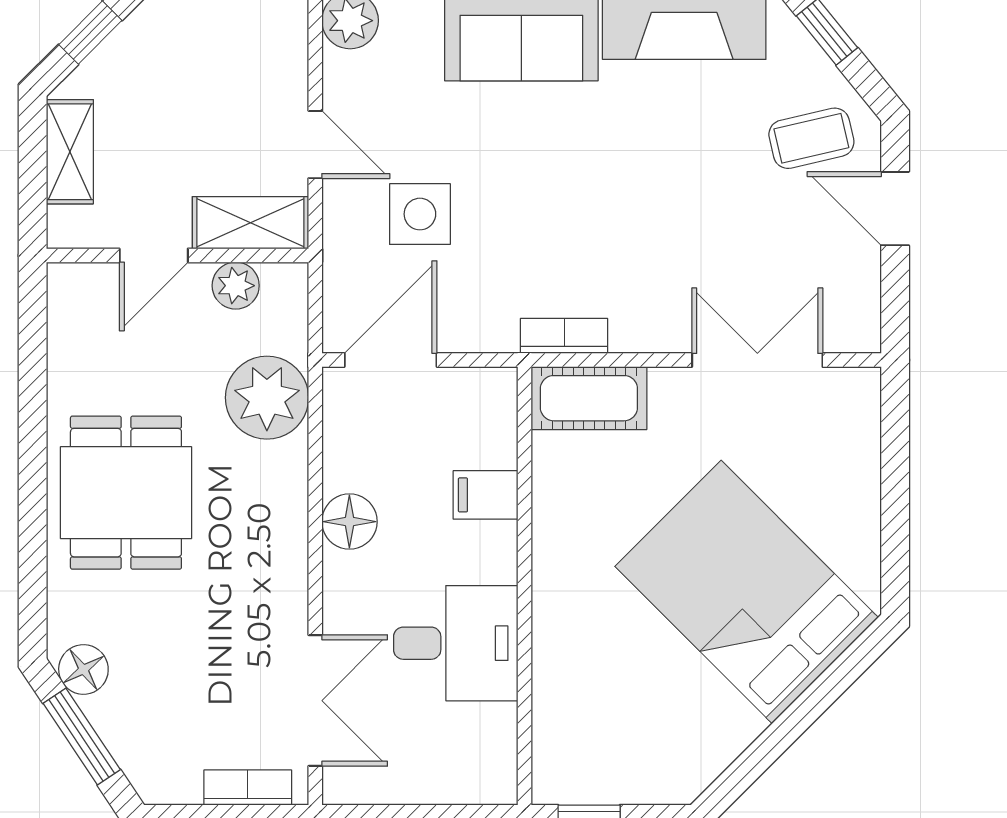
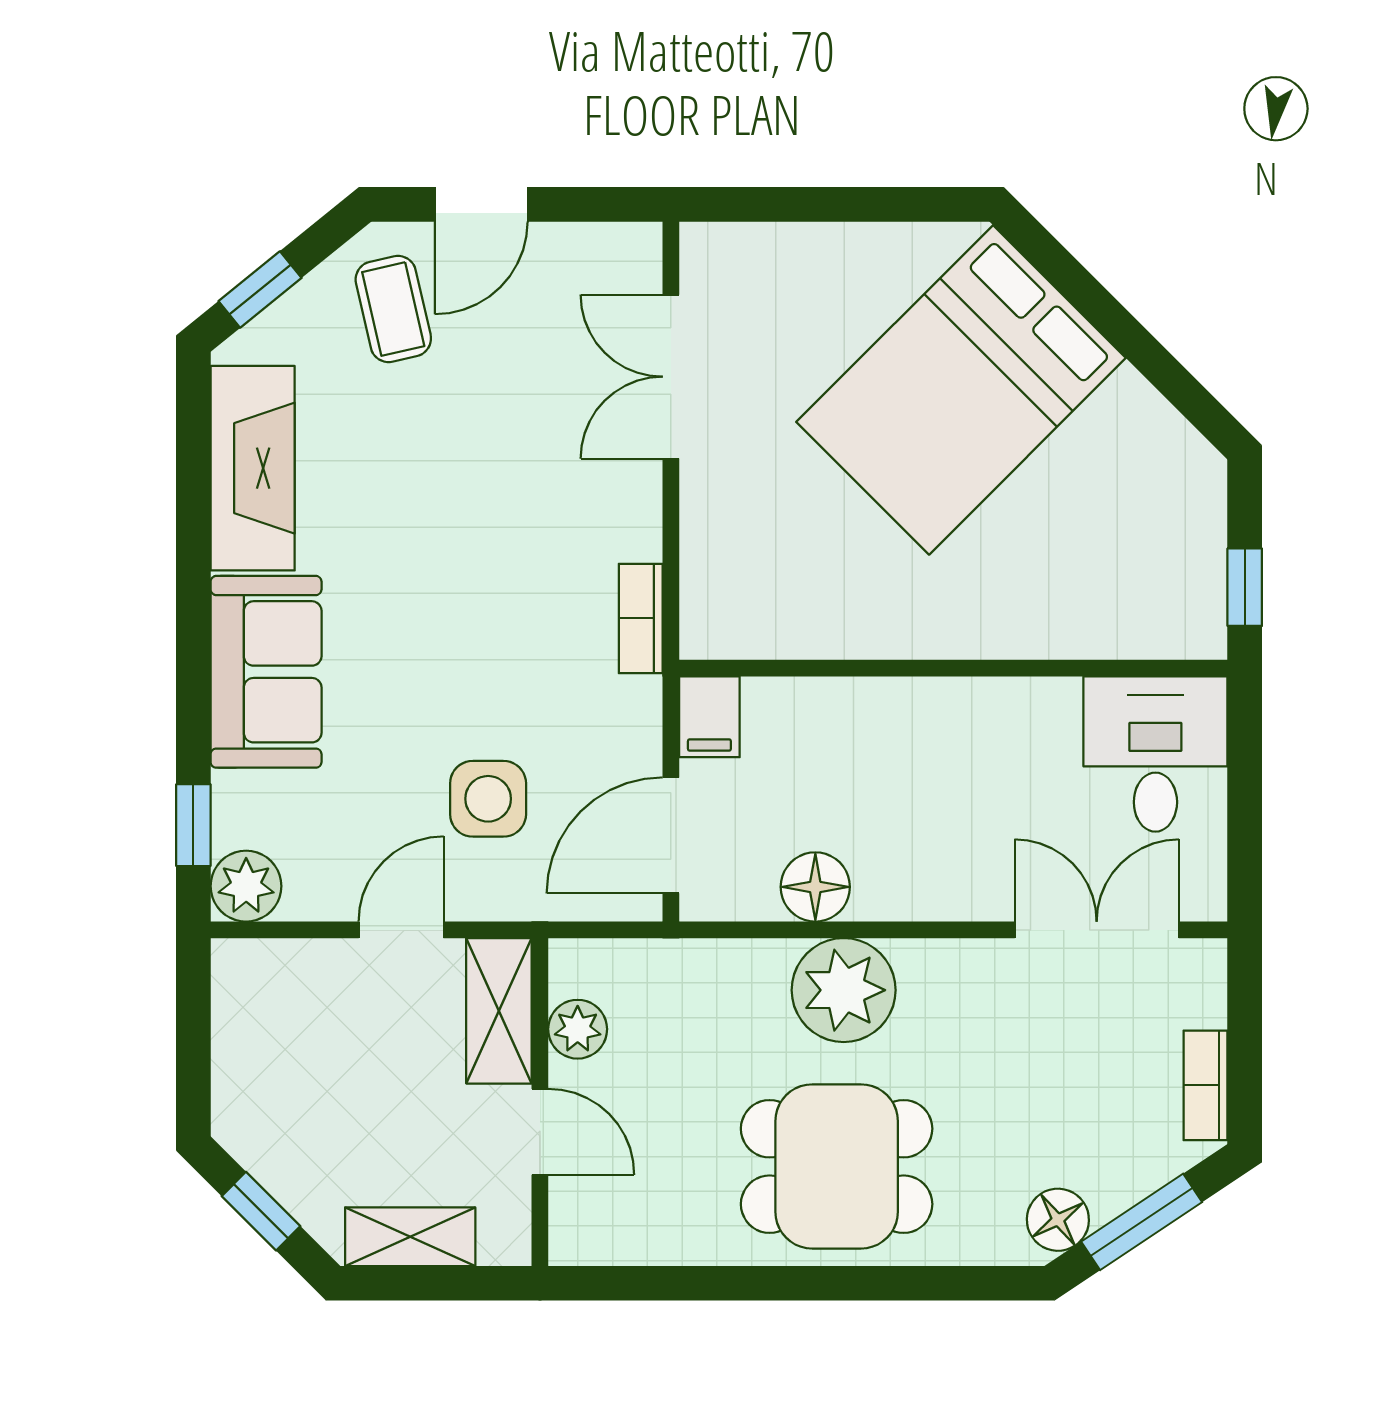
door: (391, 360) -> (671, 835), hinge flipped
plant: (267, 398) -> (844, 990), moved
cot: (589, 398) -> (718, 587), removed
filing cabinet: (486, 495) -> (709, 717), moved
floor lamp: (349, 522) -> (815, 887), moved
desk: (456, 643) -> (1155, 754), moved
bookcase: (248, 788) -> (1206, 1085), moved

